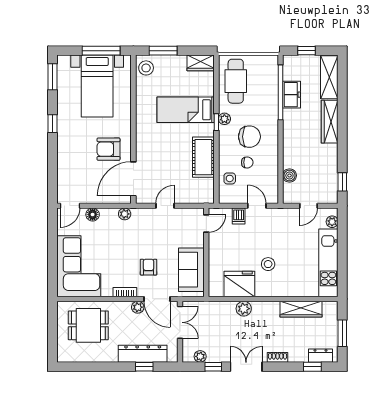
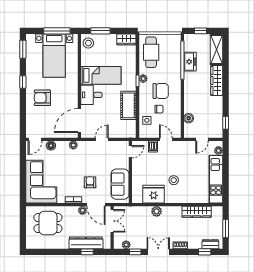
bed: (186, 110) -> (101, 75), moved, turned 180
desk: (151, 142) -> (91, 95), added
armchair: (109, 149) -> (42, 98), moved

